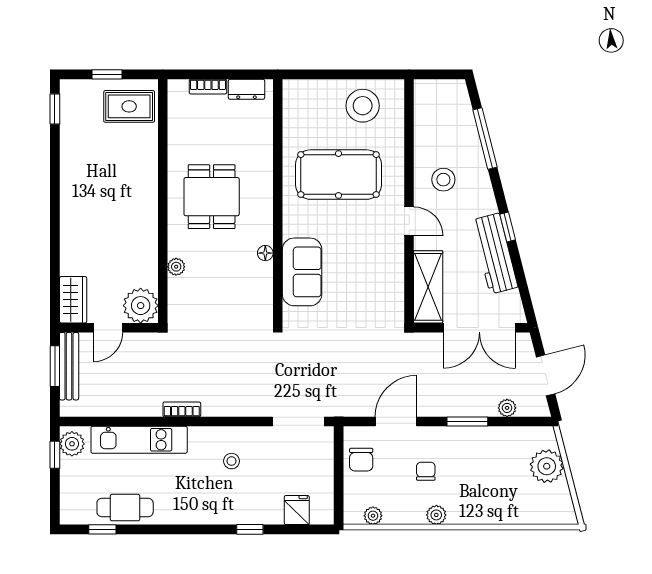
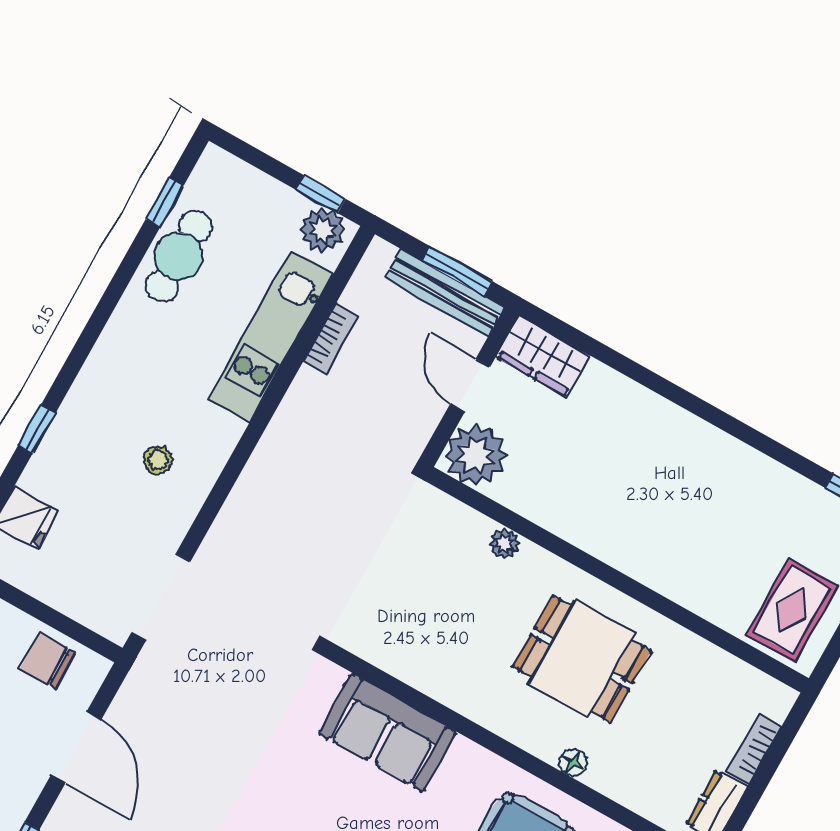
floor lamp: (265, 253) -> (573, 763), moved
bookcase: (182, 409) -> (331, 339), moved

